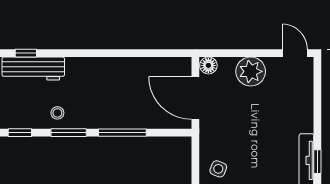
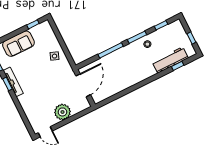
floor lamp: (208, 65) -> (85, 105), removed
door: (195, 98) -> (83, 85), hinge flipped

